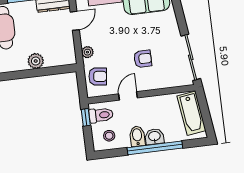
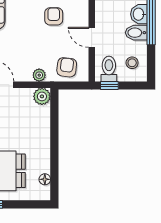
plant: (36, 61) -> (42, 96), moved

